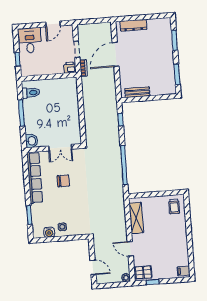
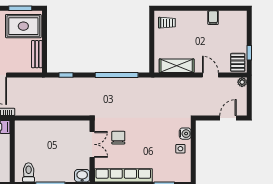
rug: (161, 78) -> (23, 26), added
chair: (63, 181) -> (118, 138), moved
water cooler: (49, 232) -> (185, 134), moved
door: (130, 249) -> (210, 75), swing flipped
filing cabinet: (183, 271) -> (213, 18), moved

